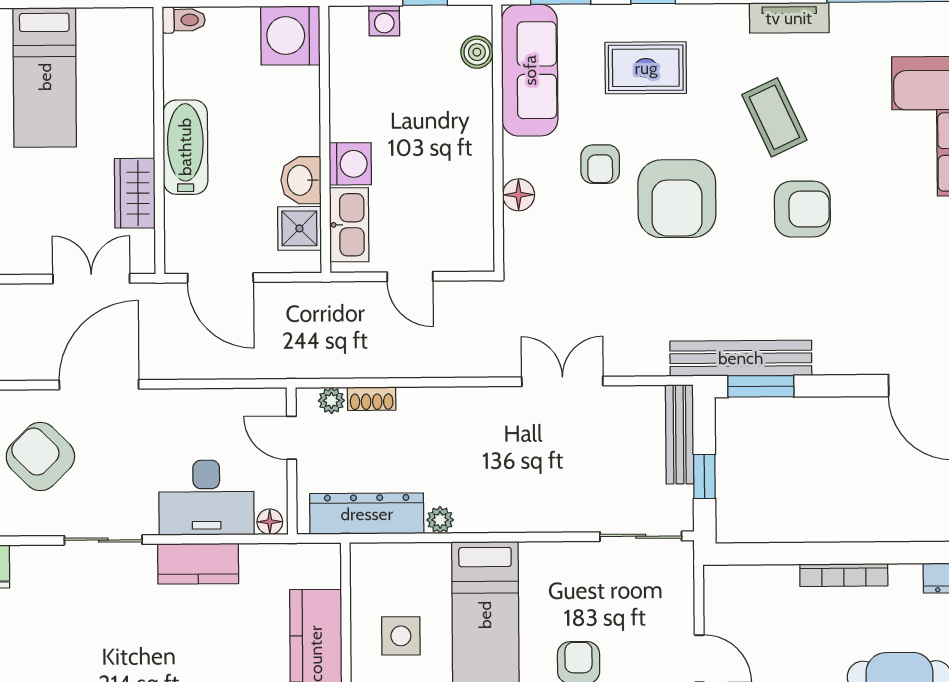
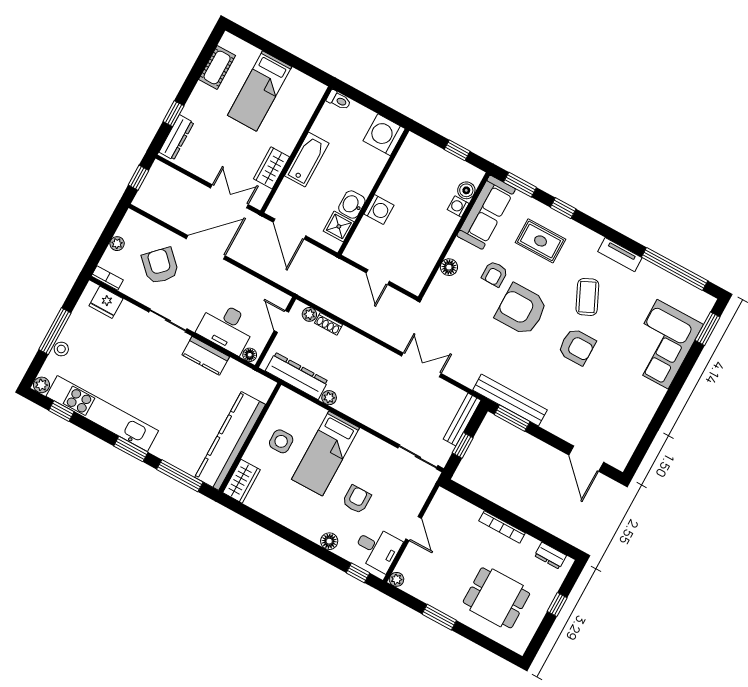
washing machine: (384, 21) -> (458, 206), moved, turned 90
armchair: (677, 199) -> (521, 310), turned 90
kitchen sink: (349, 225) -> (363, 238), removed

